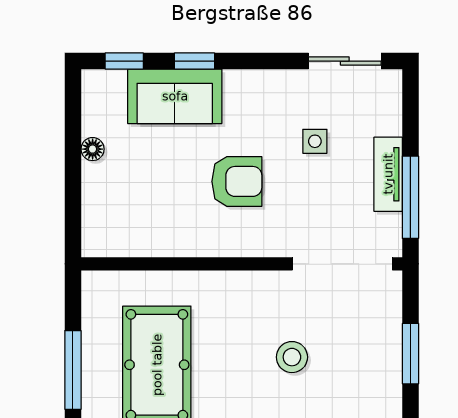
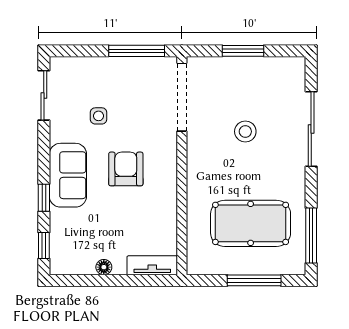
sofa: (175, 96) -> (68, 175), moved
tv unit: (388, 174) -> (152, 265), moved, turned 180

